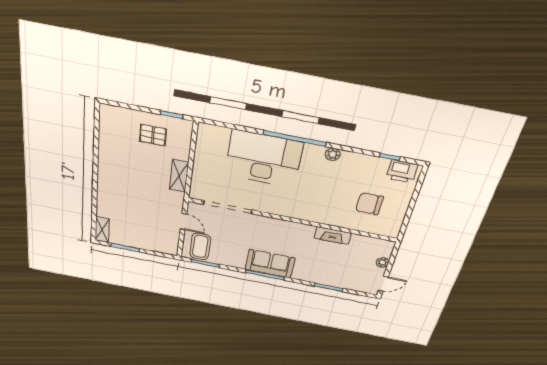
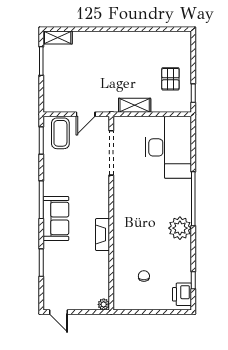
plant: (333, 154) -> (180, 228), width x1.88, depth x1.88
desk: (264, 159) -> (168, 147), moved
chair: (369, 204) -> (144, 276), width x0.54, depth x0.54
fireplace: (333, 236) -> (102, 235), moved
coffee table: (200, 246) -> (60, 133), turned 90
plant: (382, 262) -> (104, 304), moved
sofa: (270, 264) -> (56, 218), moved

